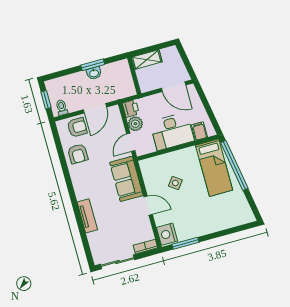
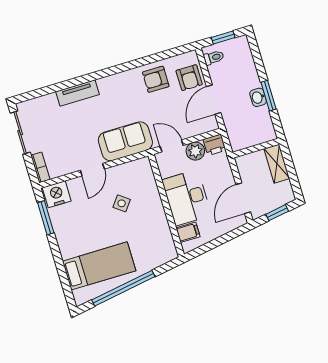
window: (186, 60) -> (277, 213), added
door: (95, 108) -> (214, 100), hinge flipped
window: (234, 166) -> (123, 288), moved
bed: (214, 168) -> (99, 266), moved, turned 180

